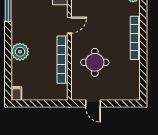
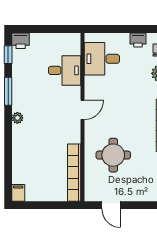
plant: (20, 52) -> (17, 118), moved, width x0.53, depth x0.53
bookcase: (63, 60) -> (74, 173), moved

